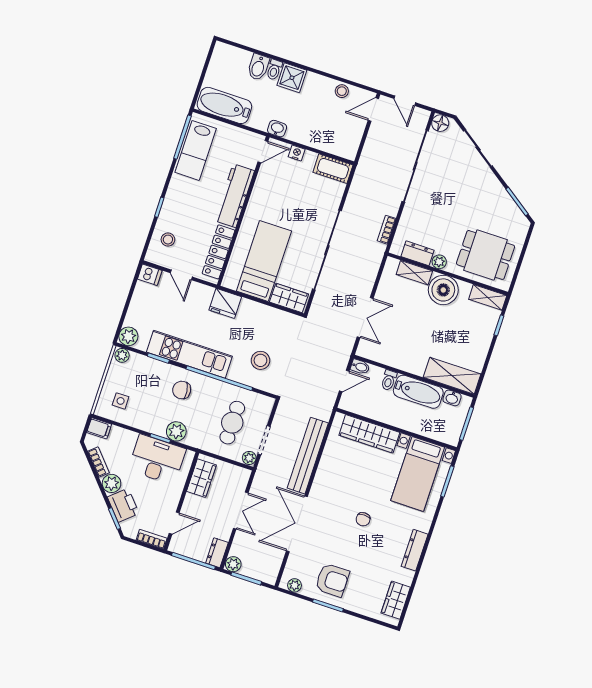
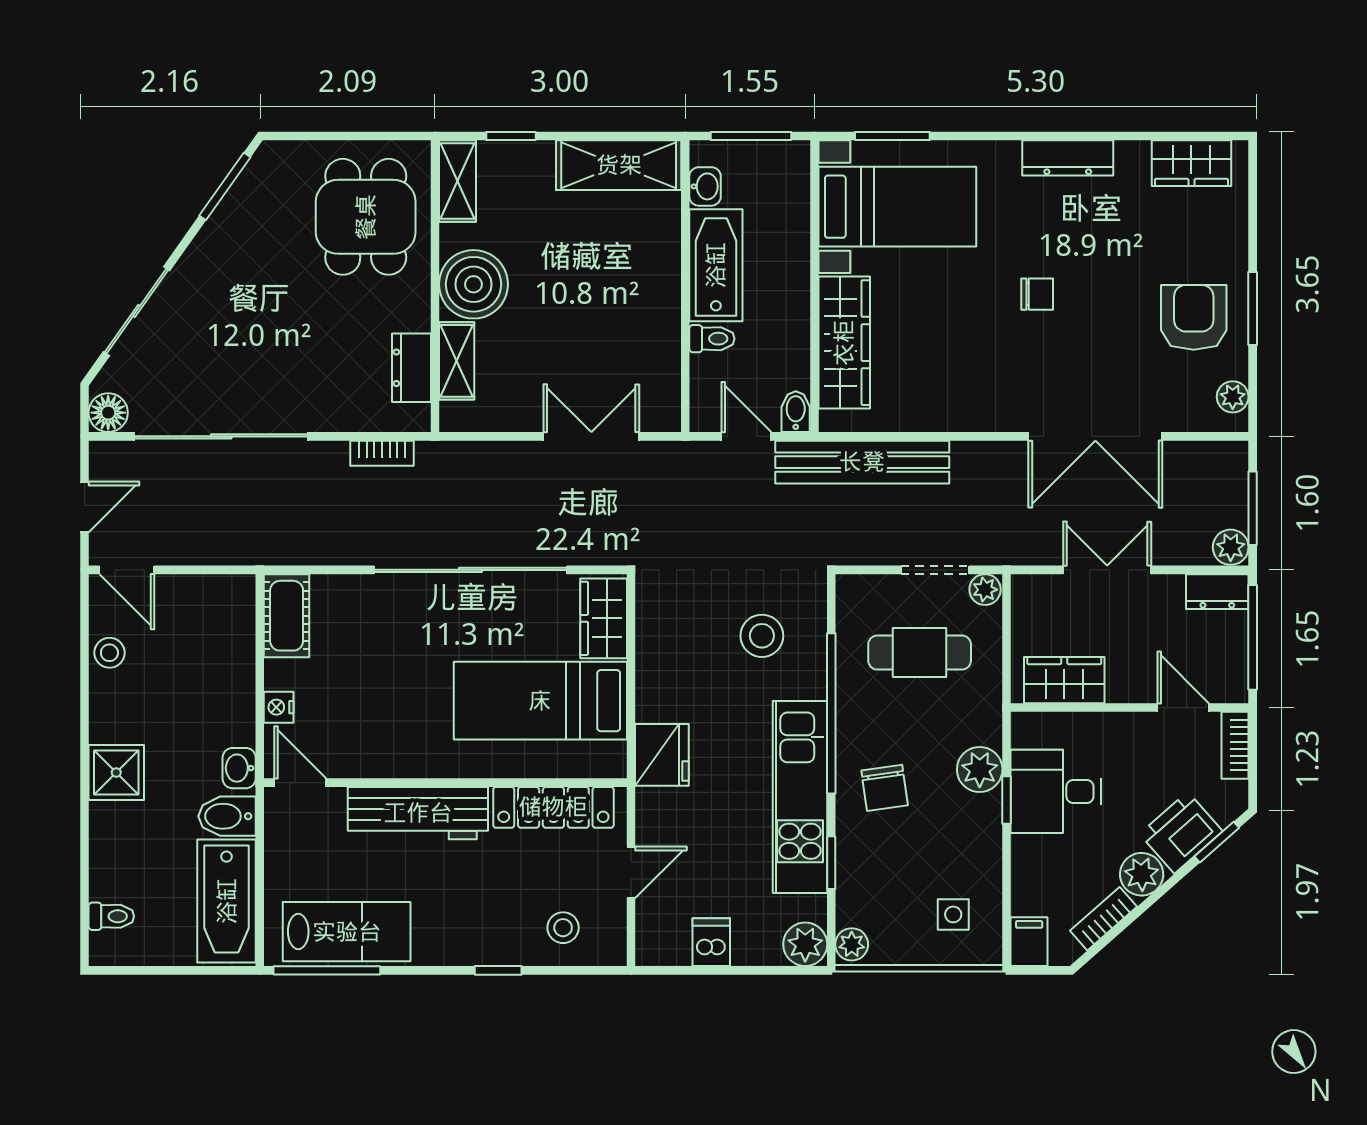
bidet: (258, 67) -> (227, 816), moved, turned 180
toilet: (274, 70) -> (111, 916), moved
plant: (439, 262) -> (415, 314), removed
dishwasher: (150, 275) -> (711, 942), moved
bidet: (360, 367) -> (796, 412), moved
shelving: (452, 376) -> (619, 165), moved, turned 90
bench: (308, 456) -> (862, 462), moved
desk: (157, 460) -> (1056, 791), width x0.73

